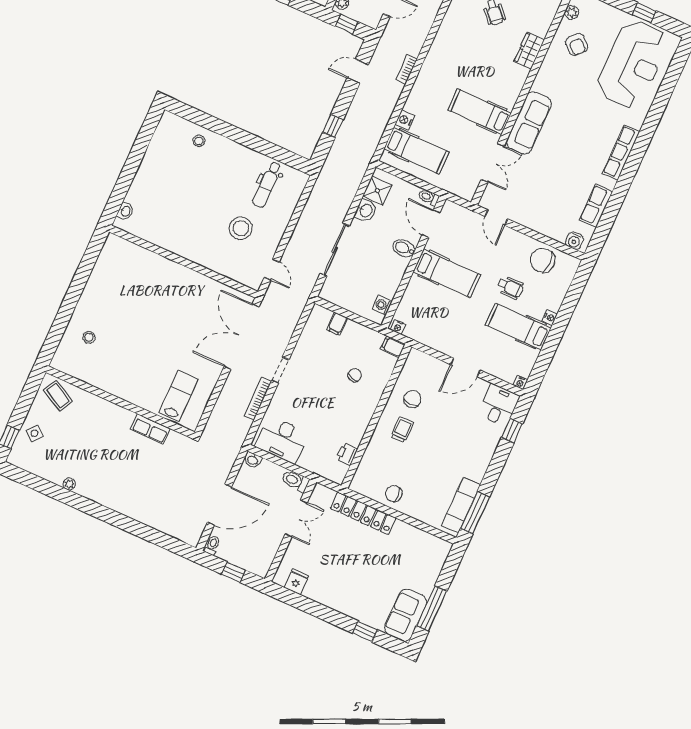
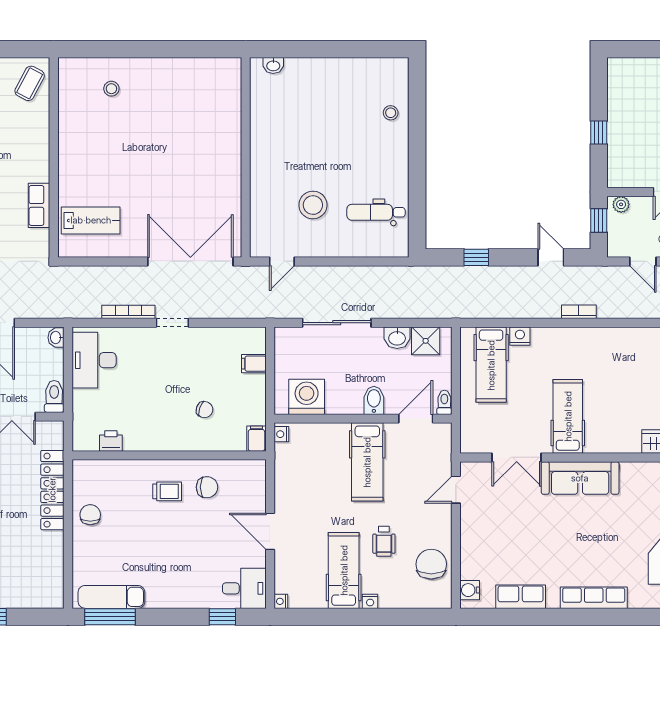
washing machine: (382, 305) -> (307, 397), width x1.89, depth x1.89

